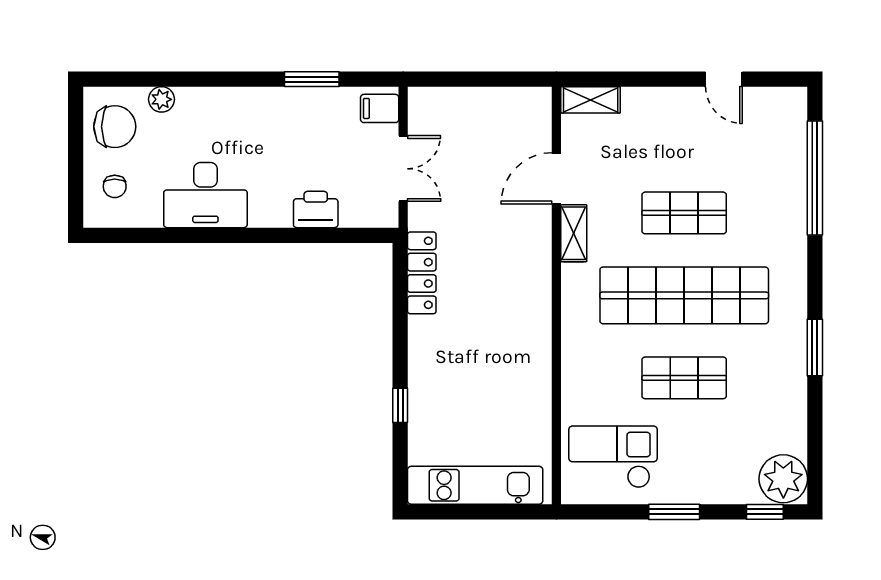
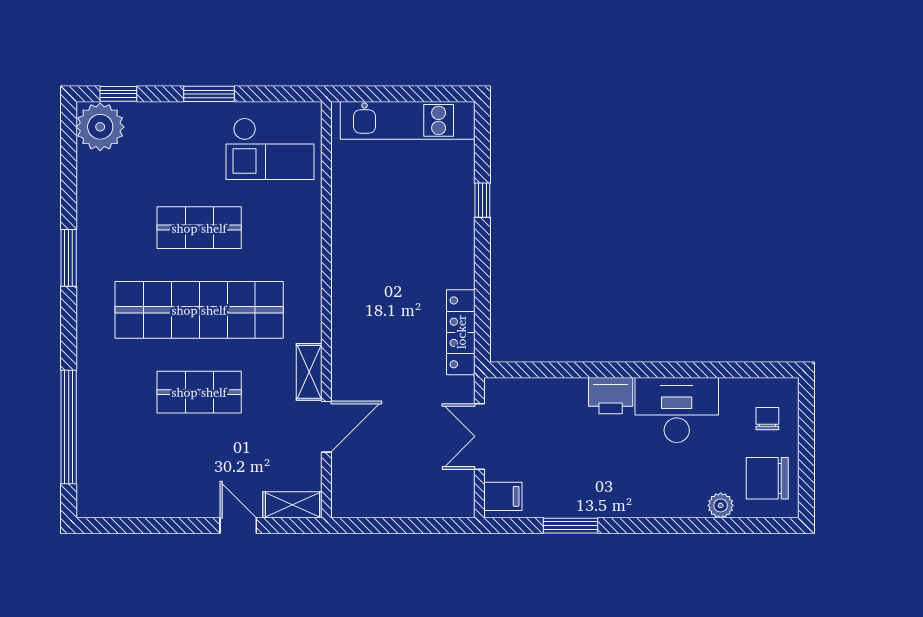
door: (724, 79) -> (238, 526), moved
printer: (316, 210) -> (611, 396), moved

